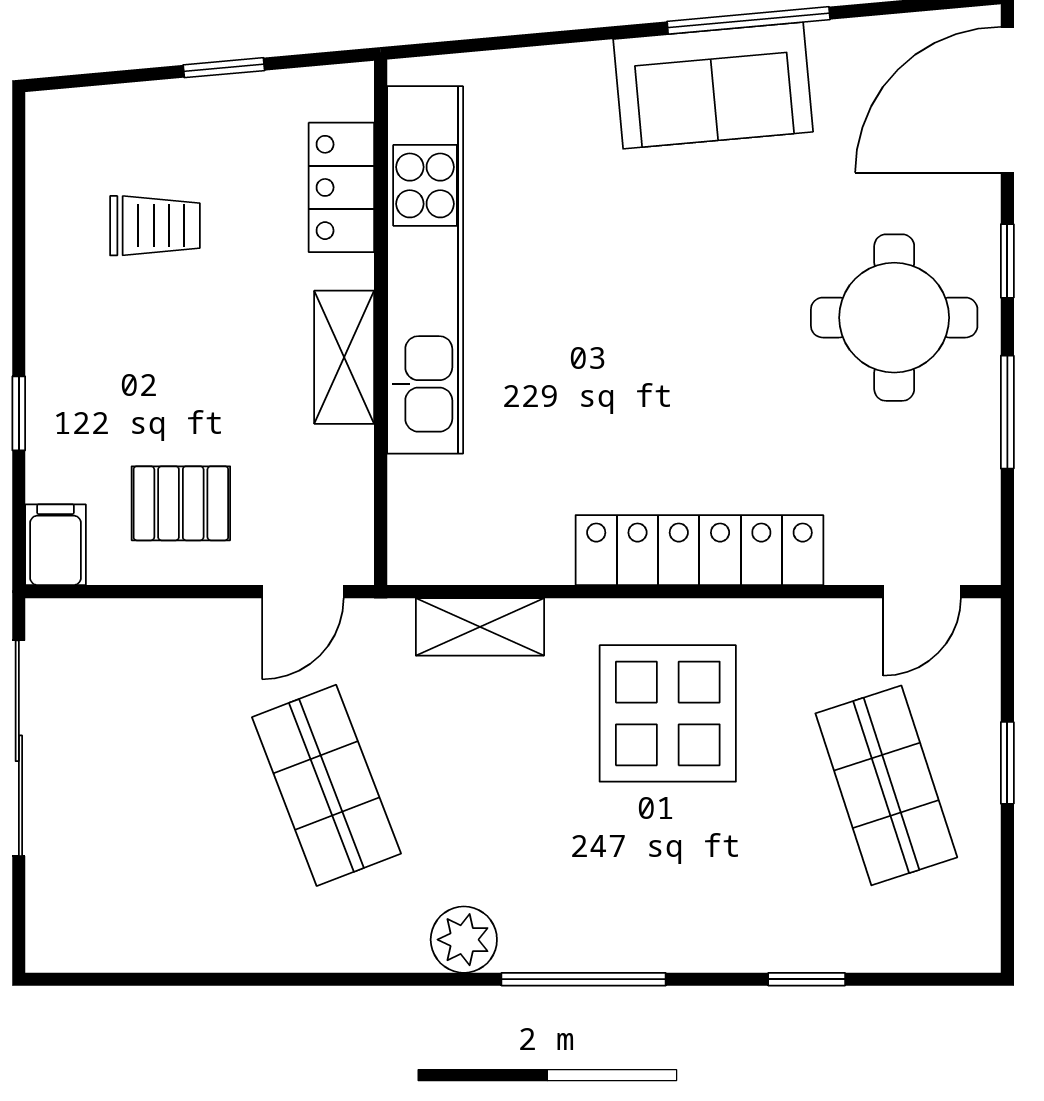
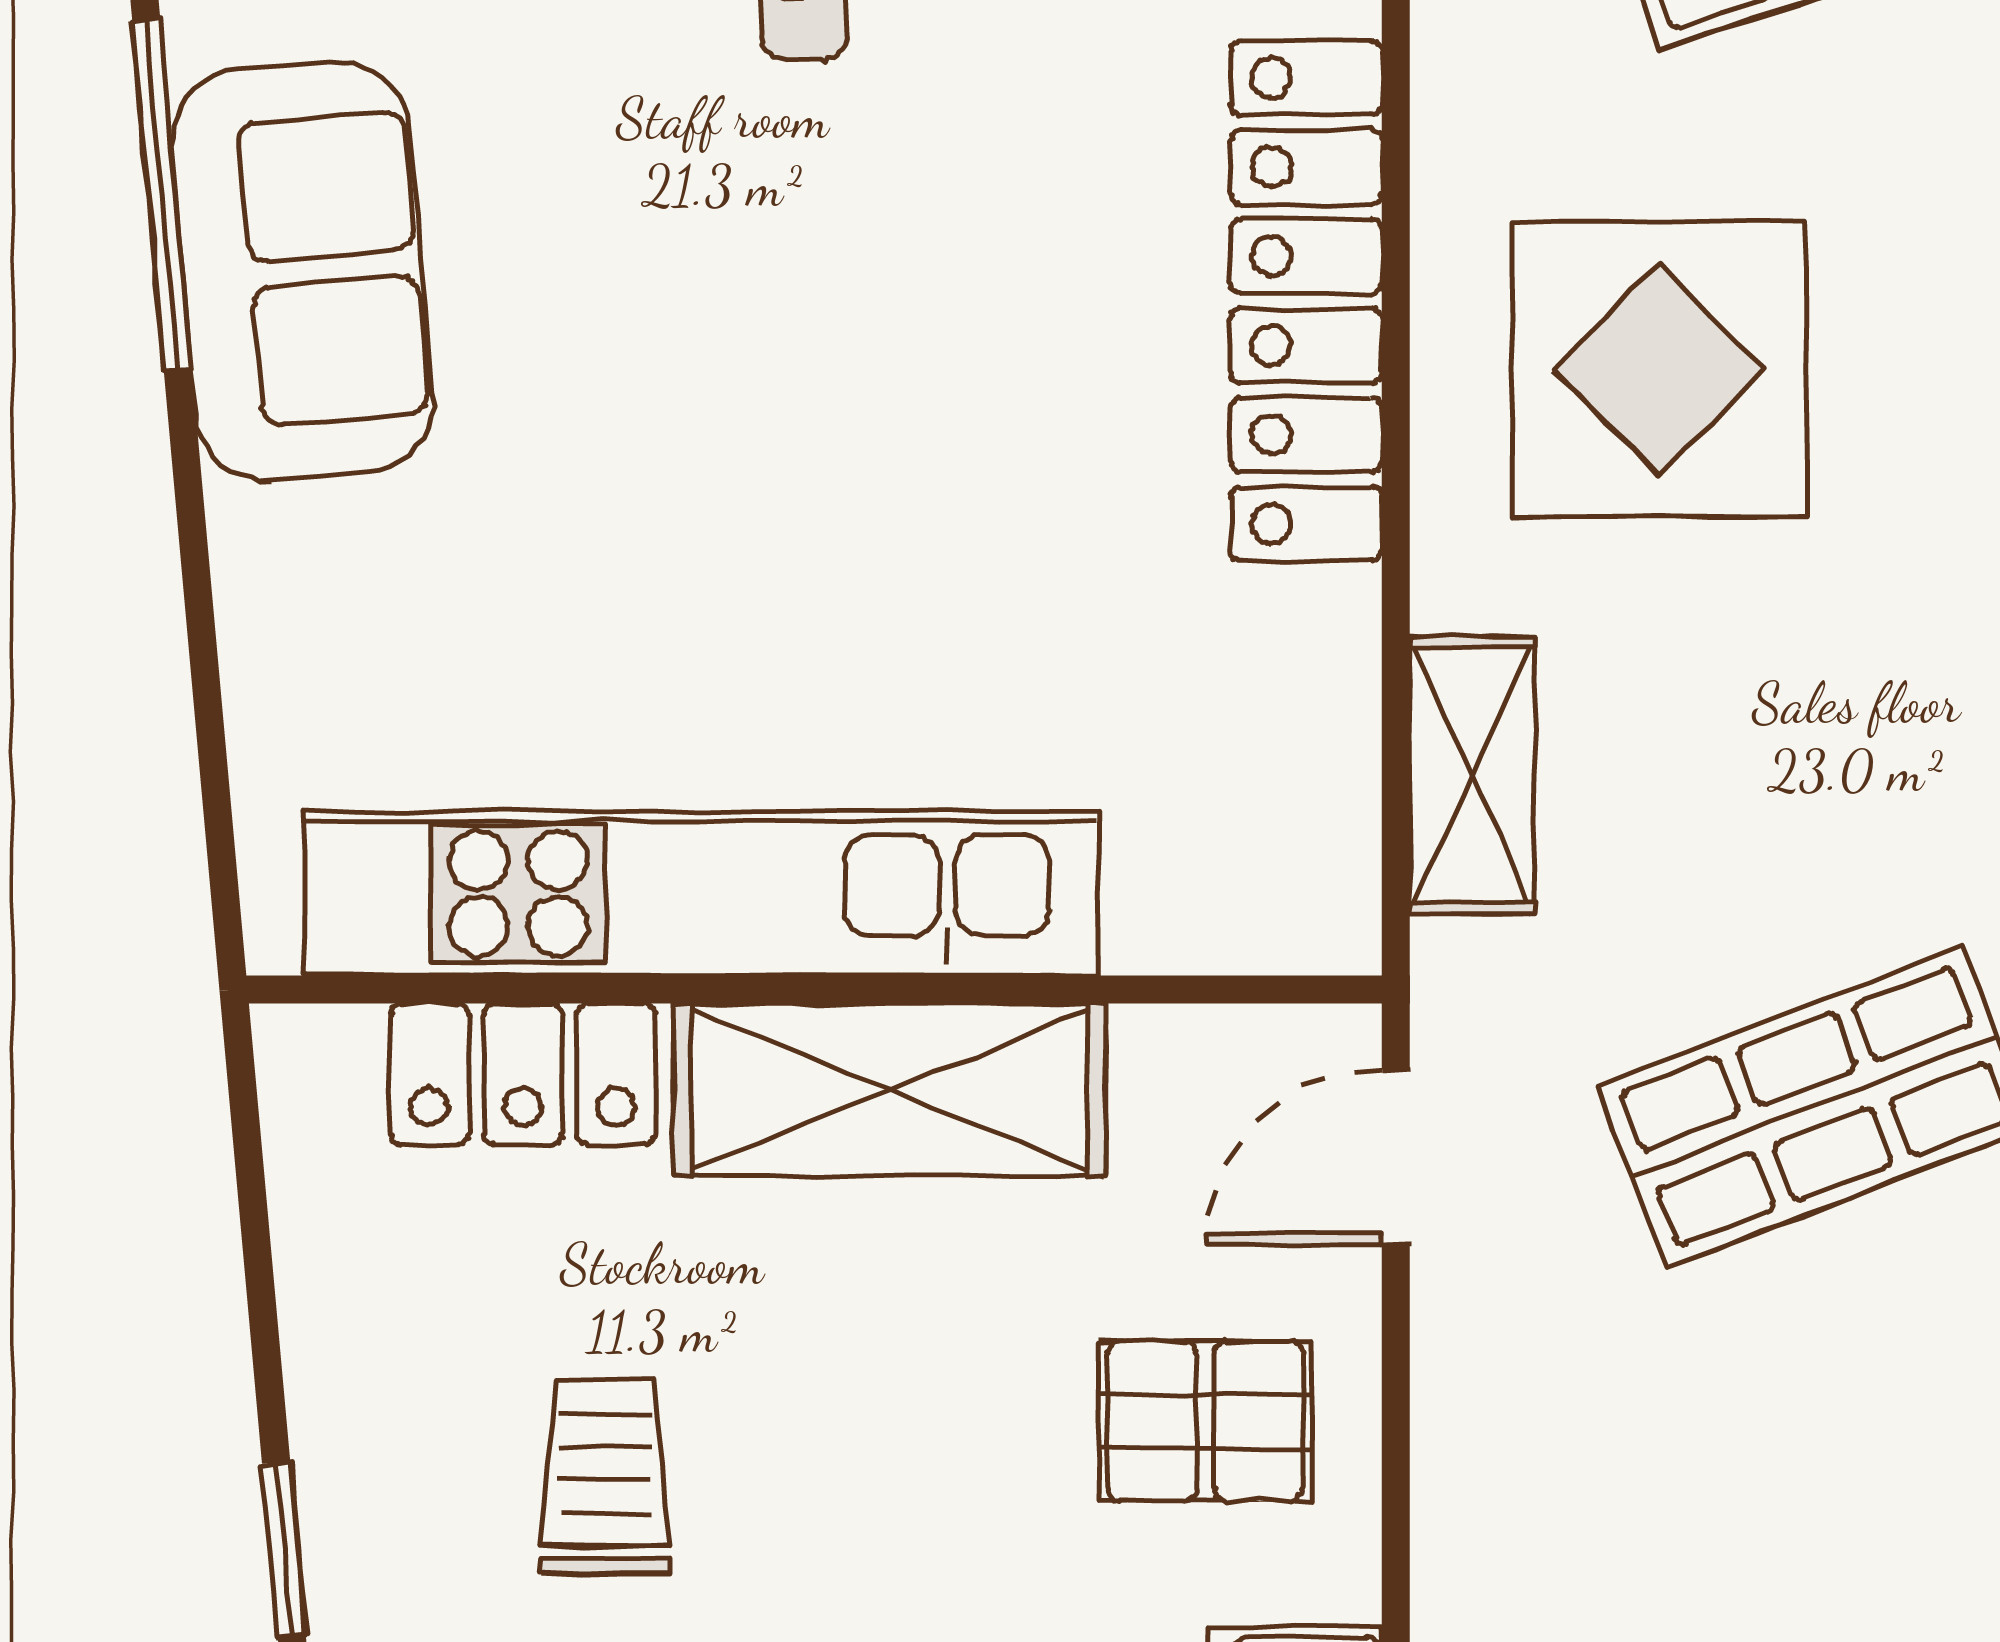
window: (224, 68) -> (284, 1549), moved
shelving: (344, 357) -> (890, 1090), width x1.50, depth x1.33
pallet: (181, 503) -> (1205, 1421), turned 90
door: (303, 592) -> (1396, 1157), swing flipped

